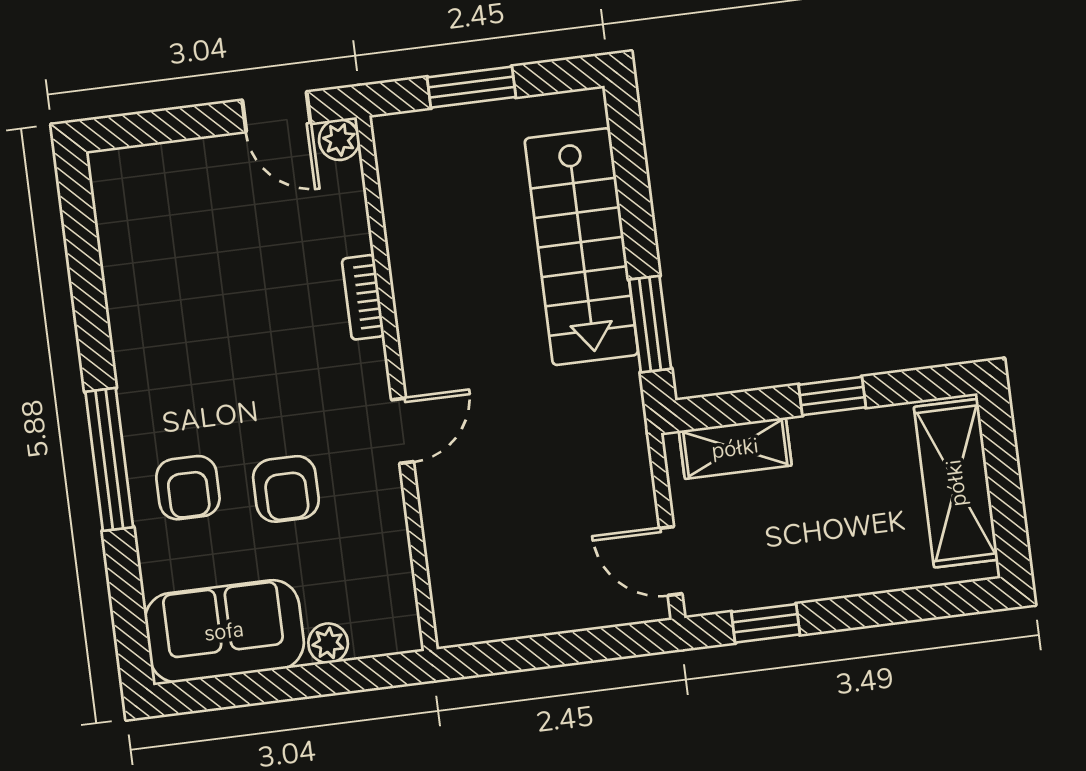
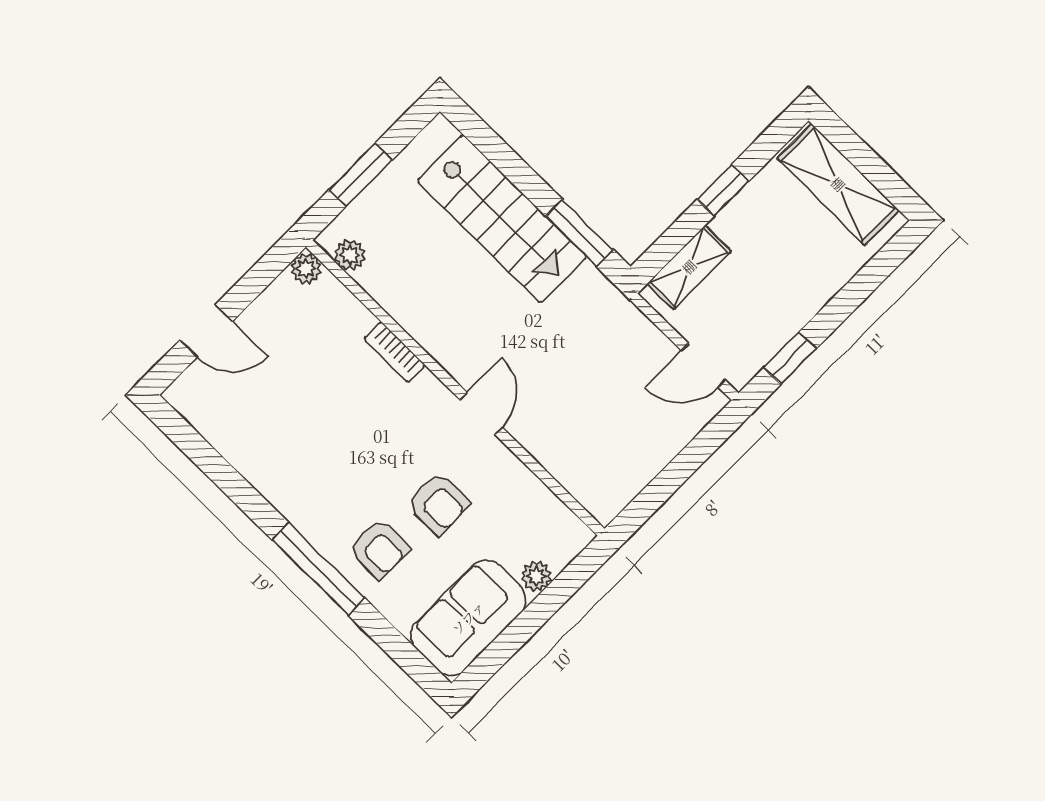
door: (276, 112) -> (206, 331), moved
plant: (395, 161) -> (350, 255), added

